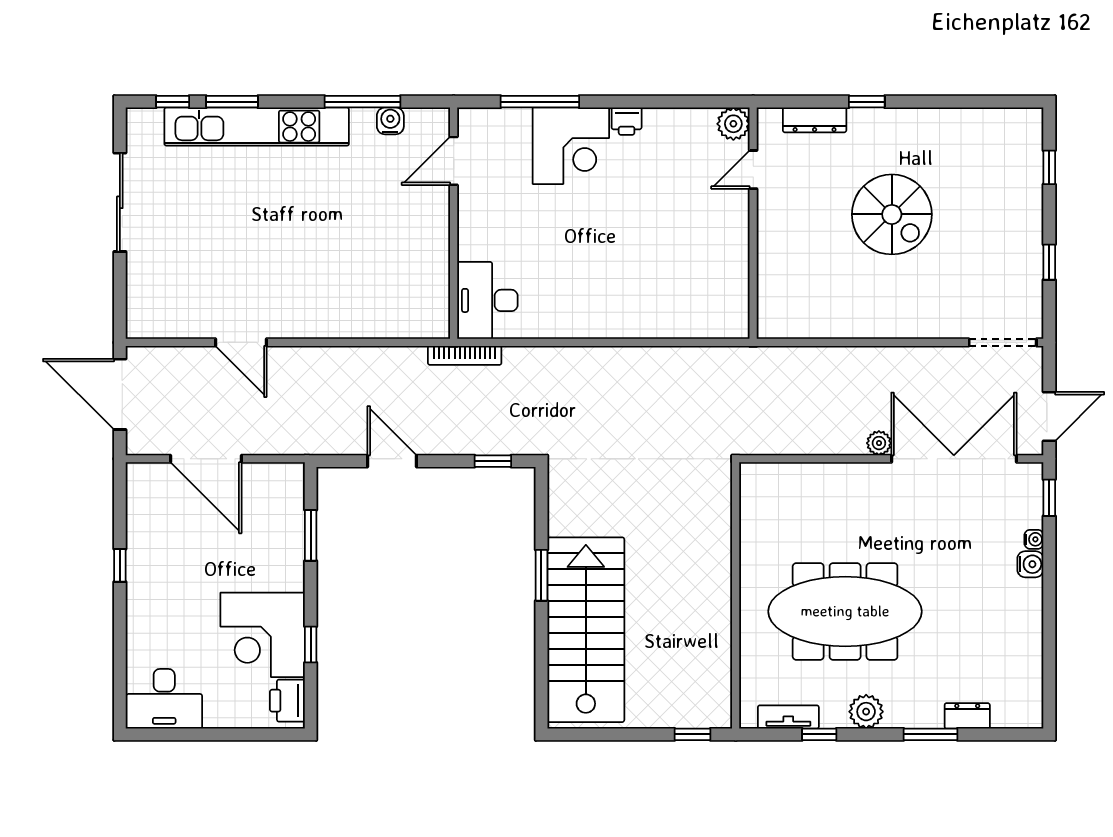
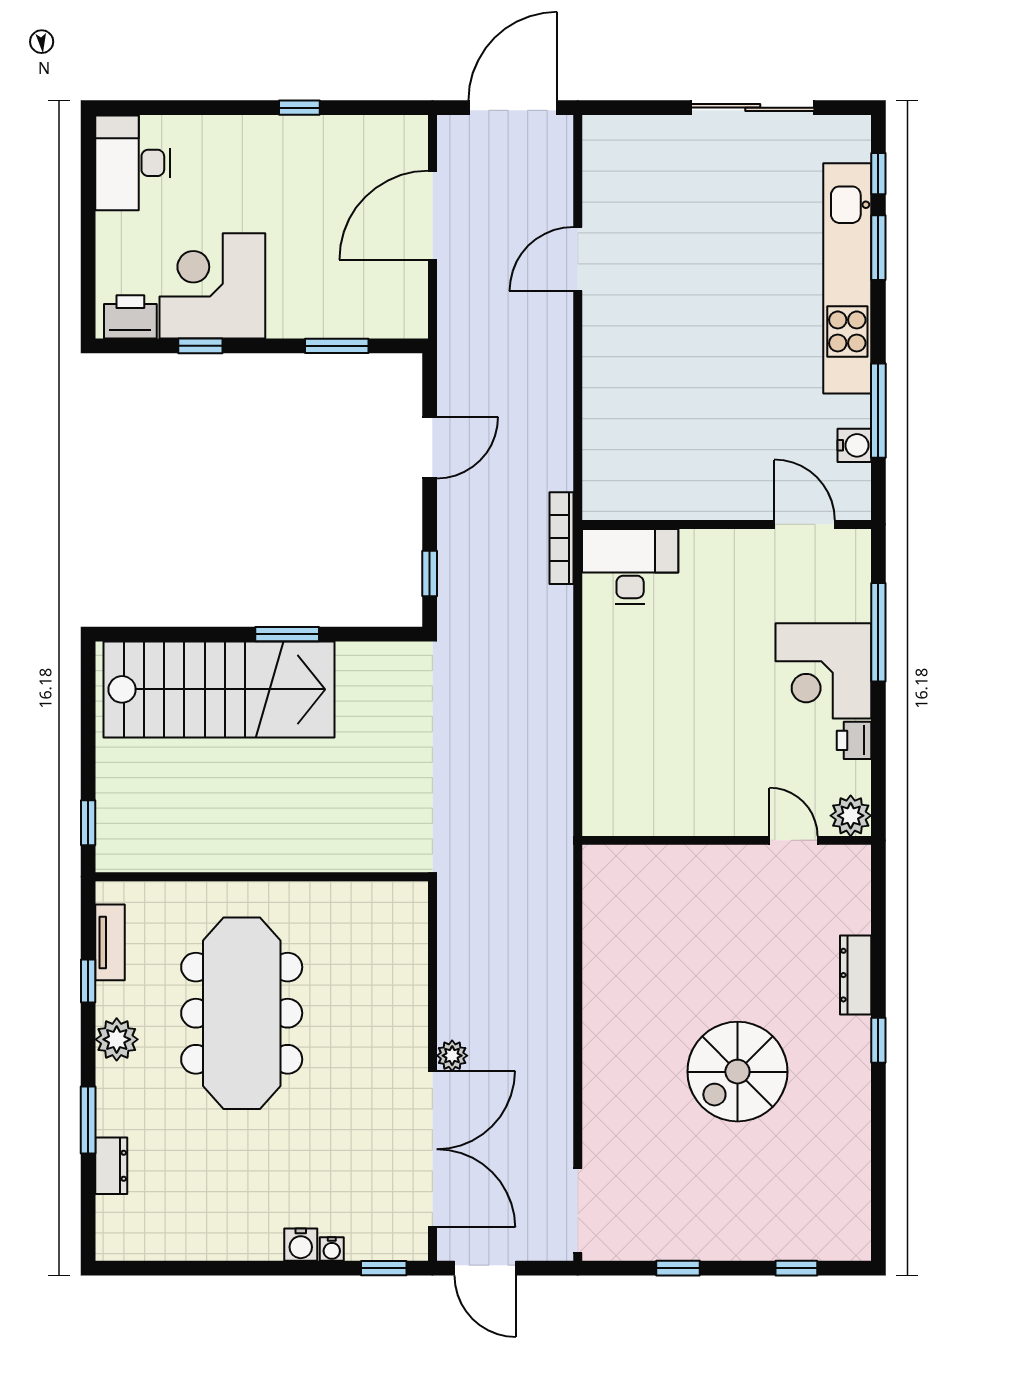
plant: (733, 124) -> (851, 816), moved
door: (753, 170) -> (794, 840), moved
wall: (753, 223) -> (727, 840), moved

